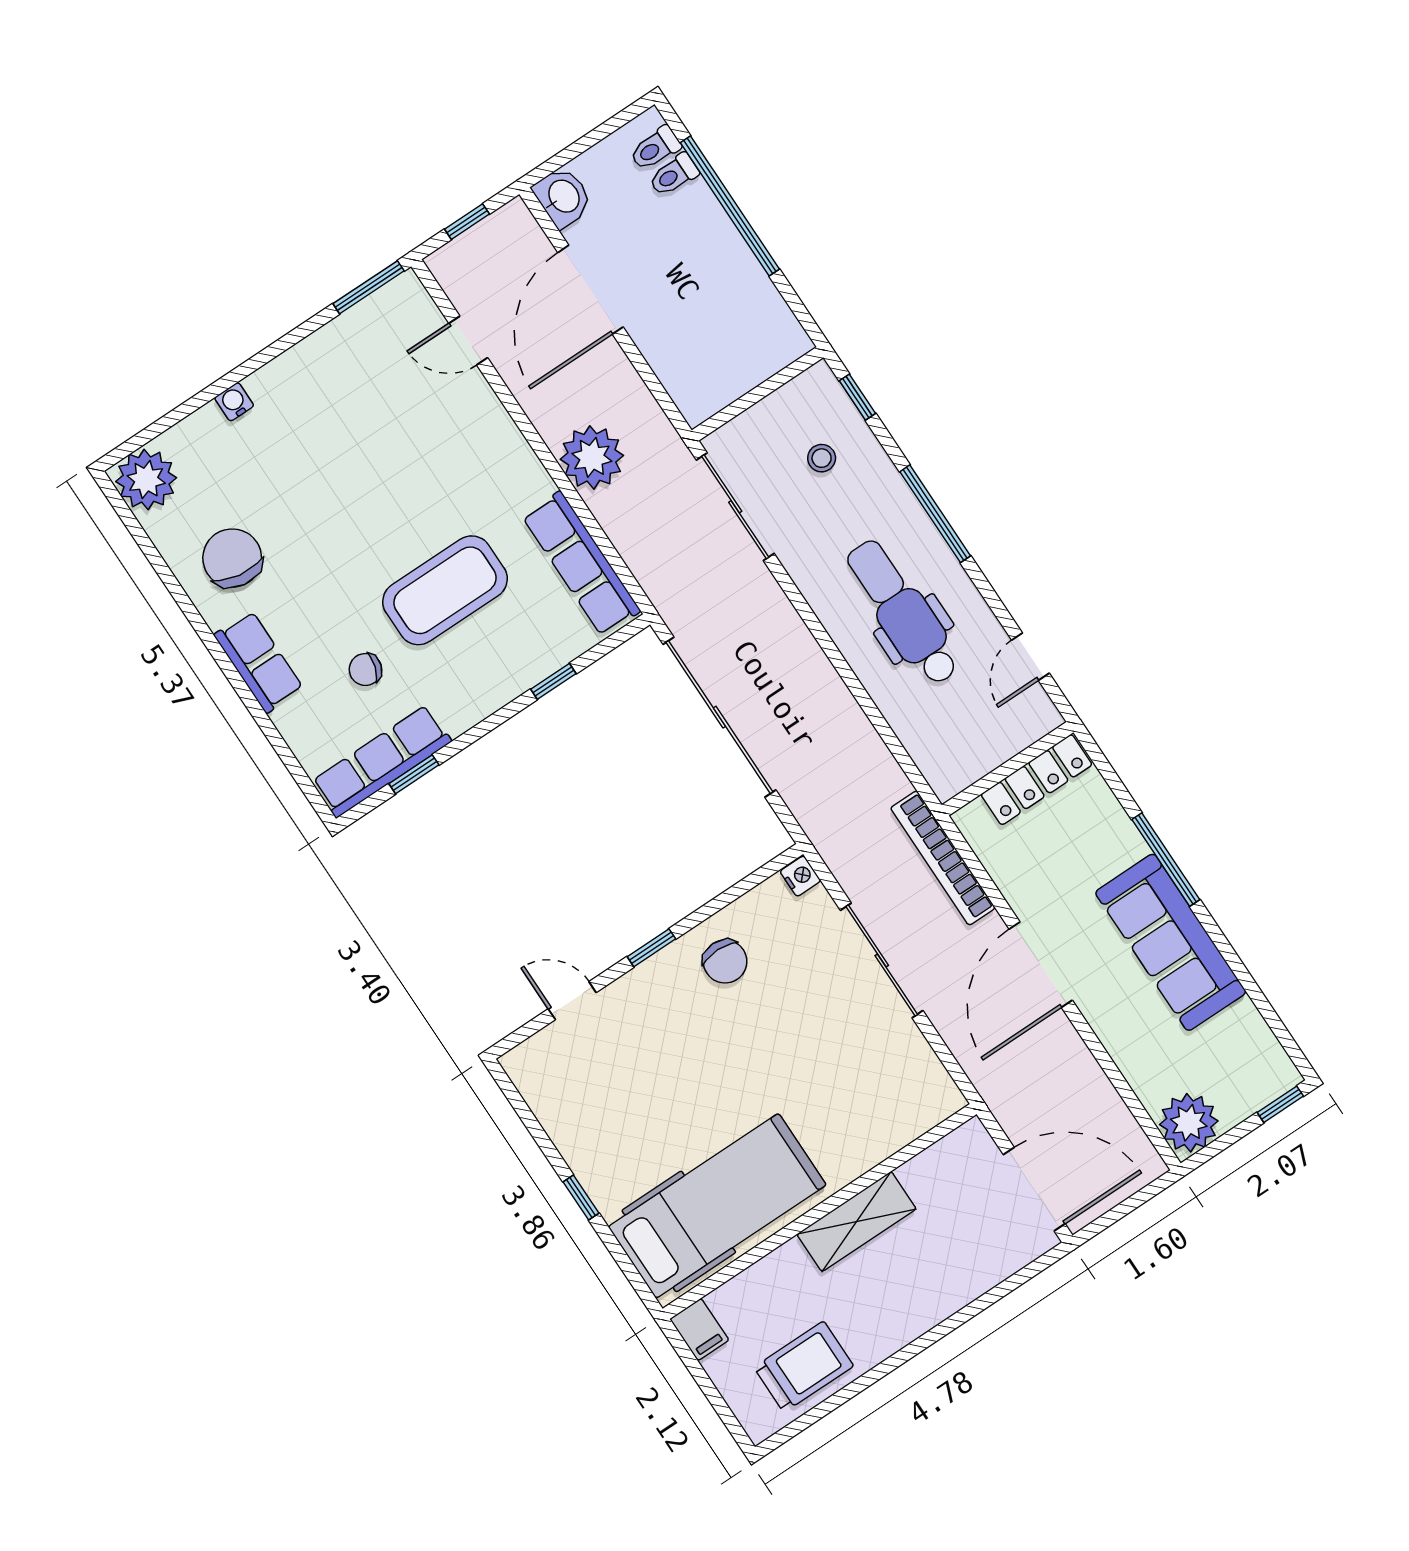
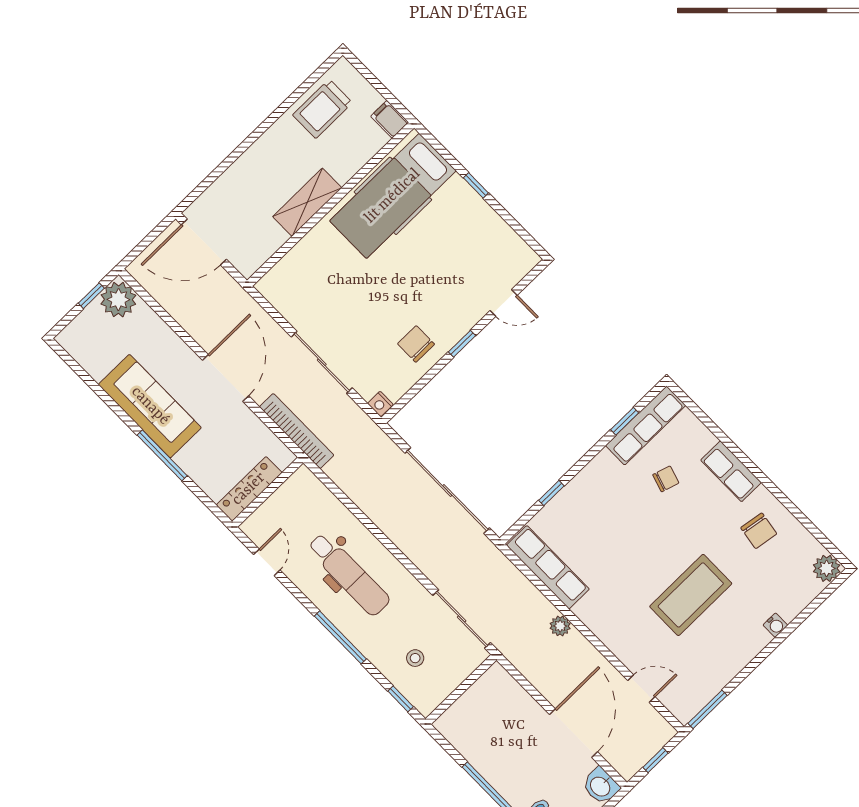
plant: (592, 457) -> (560, 626), width x0.53, depth x0.53
plant: (146, 480) -> (827, 568), width x0.73, depth x0.73
chair: (232, 558) -> (759, 531), width x0.73, depth x0.73
coffee table: (445, 590) -> (691, 595), moved
window: (1280, 1104) -> (91, 296), moved

